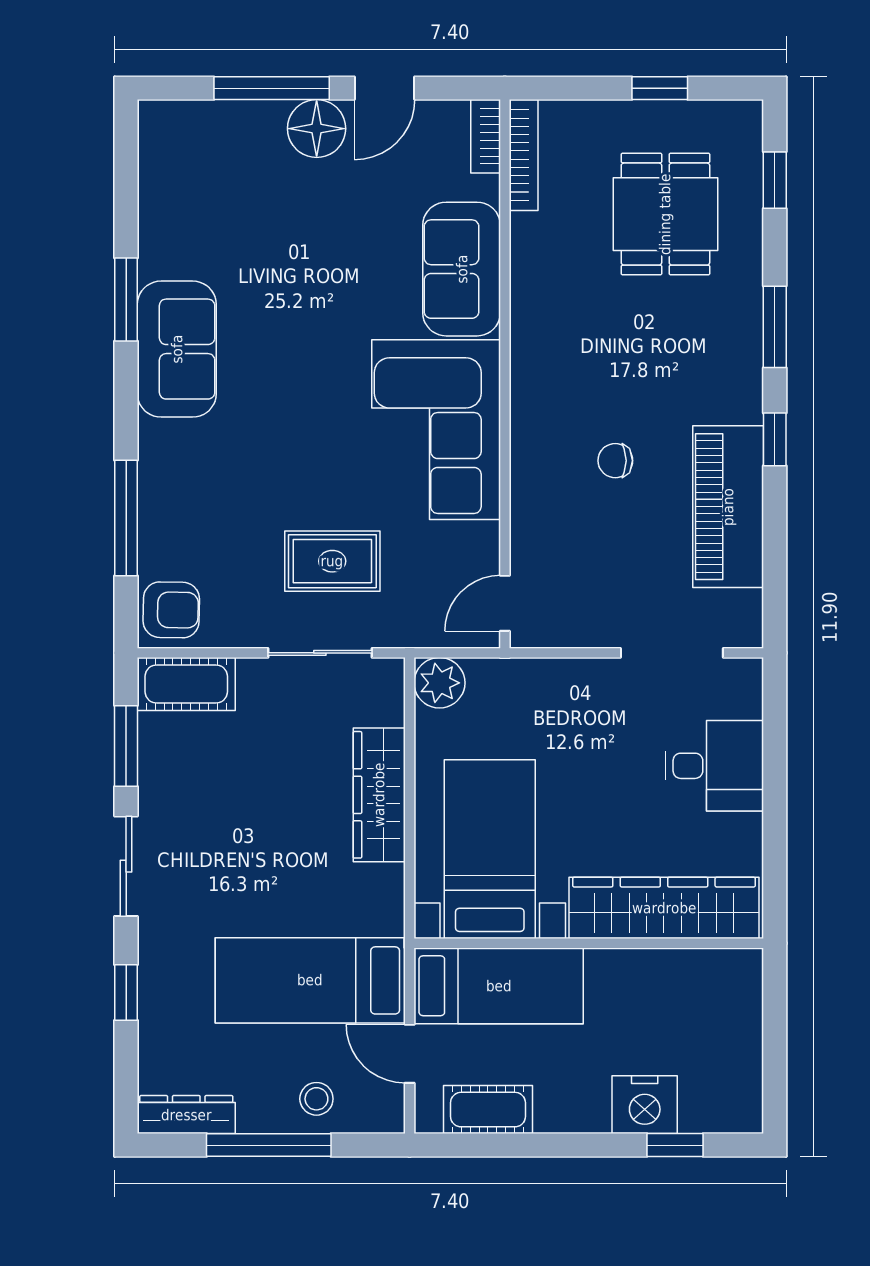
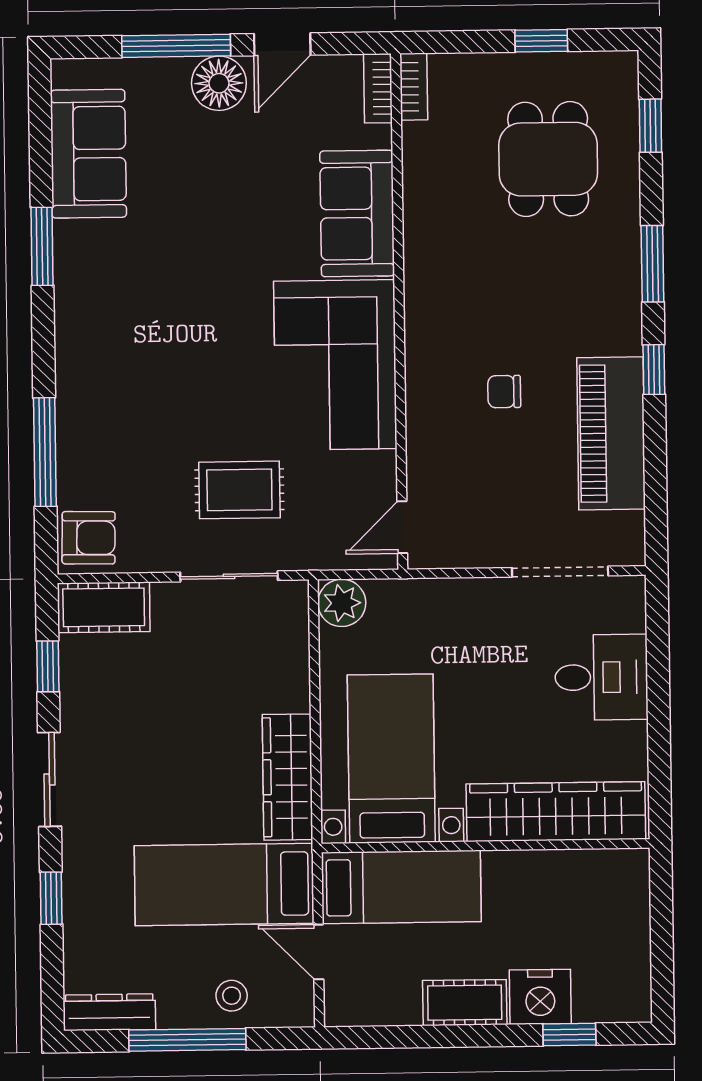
bookcase: (524, 155) -> (414, 87), width x0.64
sofa: (177, 349) -> (88, 154), moved
window: (126, 746) -> (48, 666), width x0.67
wardrobe: (379, 795) -> (287, 777), moved
cot: (488, 1110) -> (465, 1003), moved

